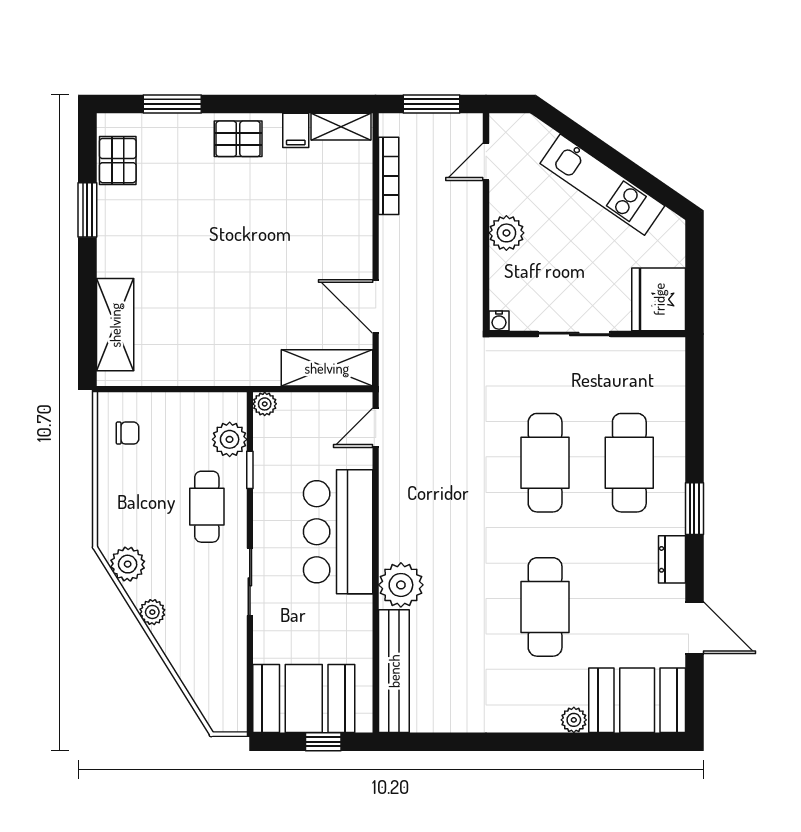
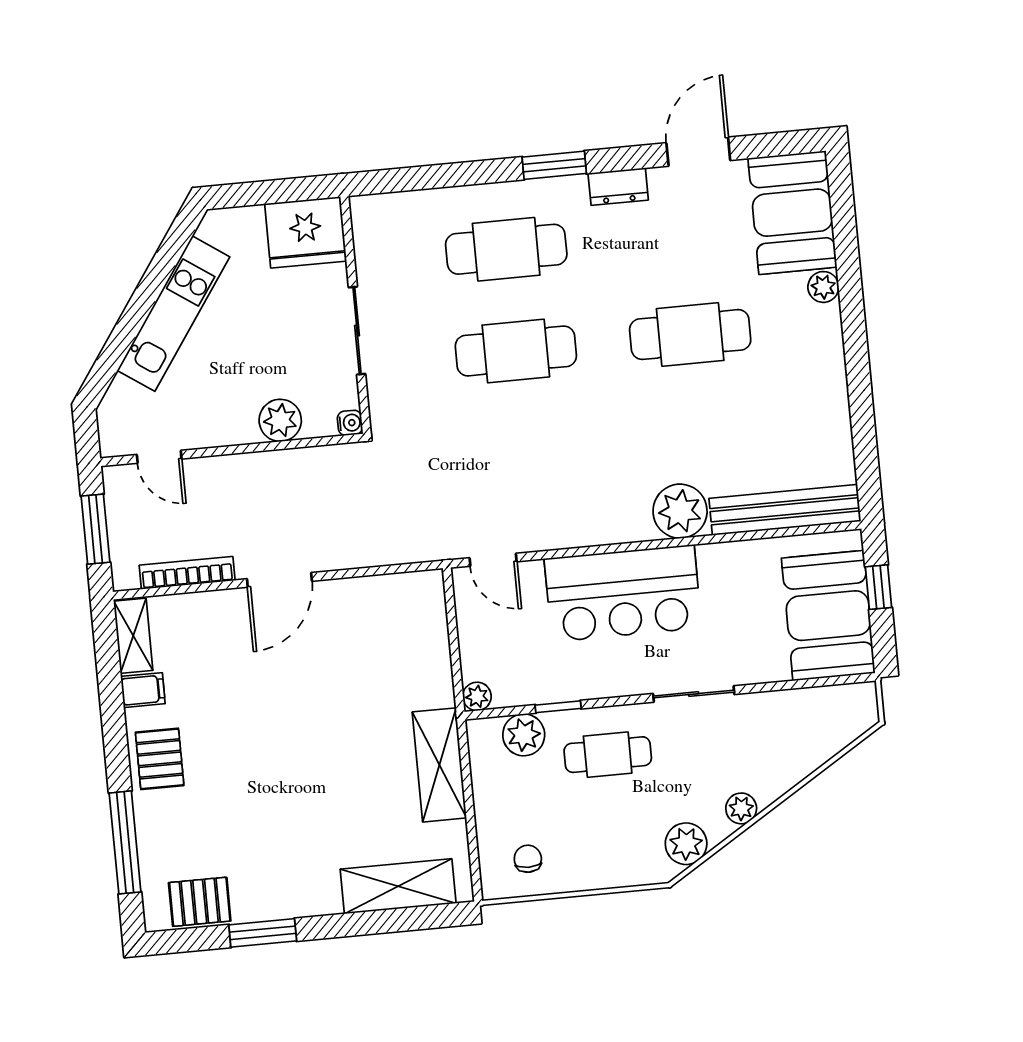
window: (172, 104) -> (125, 842), width x1.44
plant: (506, 233) -> (280, 420), moved
door: (376, 306) -> (279, 580), moved
shelving: (327, 368) -> (439, 765), moved

